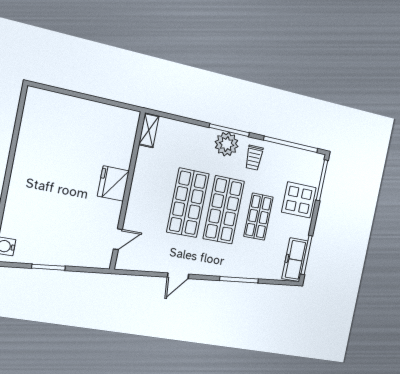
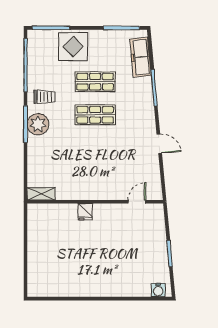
fridge: (113, 184) -> (85, 212), width x0.53, depth x0.75
shop shelf: (188, 203) -> (95, 148), removed
shop shelf: (224, 210) -> (95, 115), width x0.70, depth x0.74
door: (118, 239) -> (137, 202), hinge flipped
freezer: (295, 260) -> (141, 57), moved, turned 85

